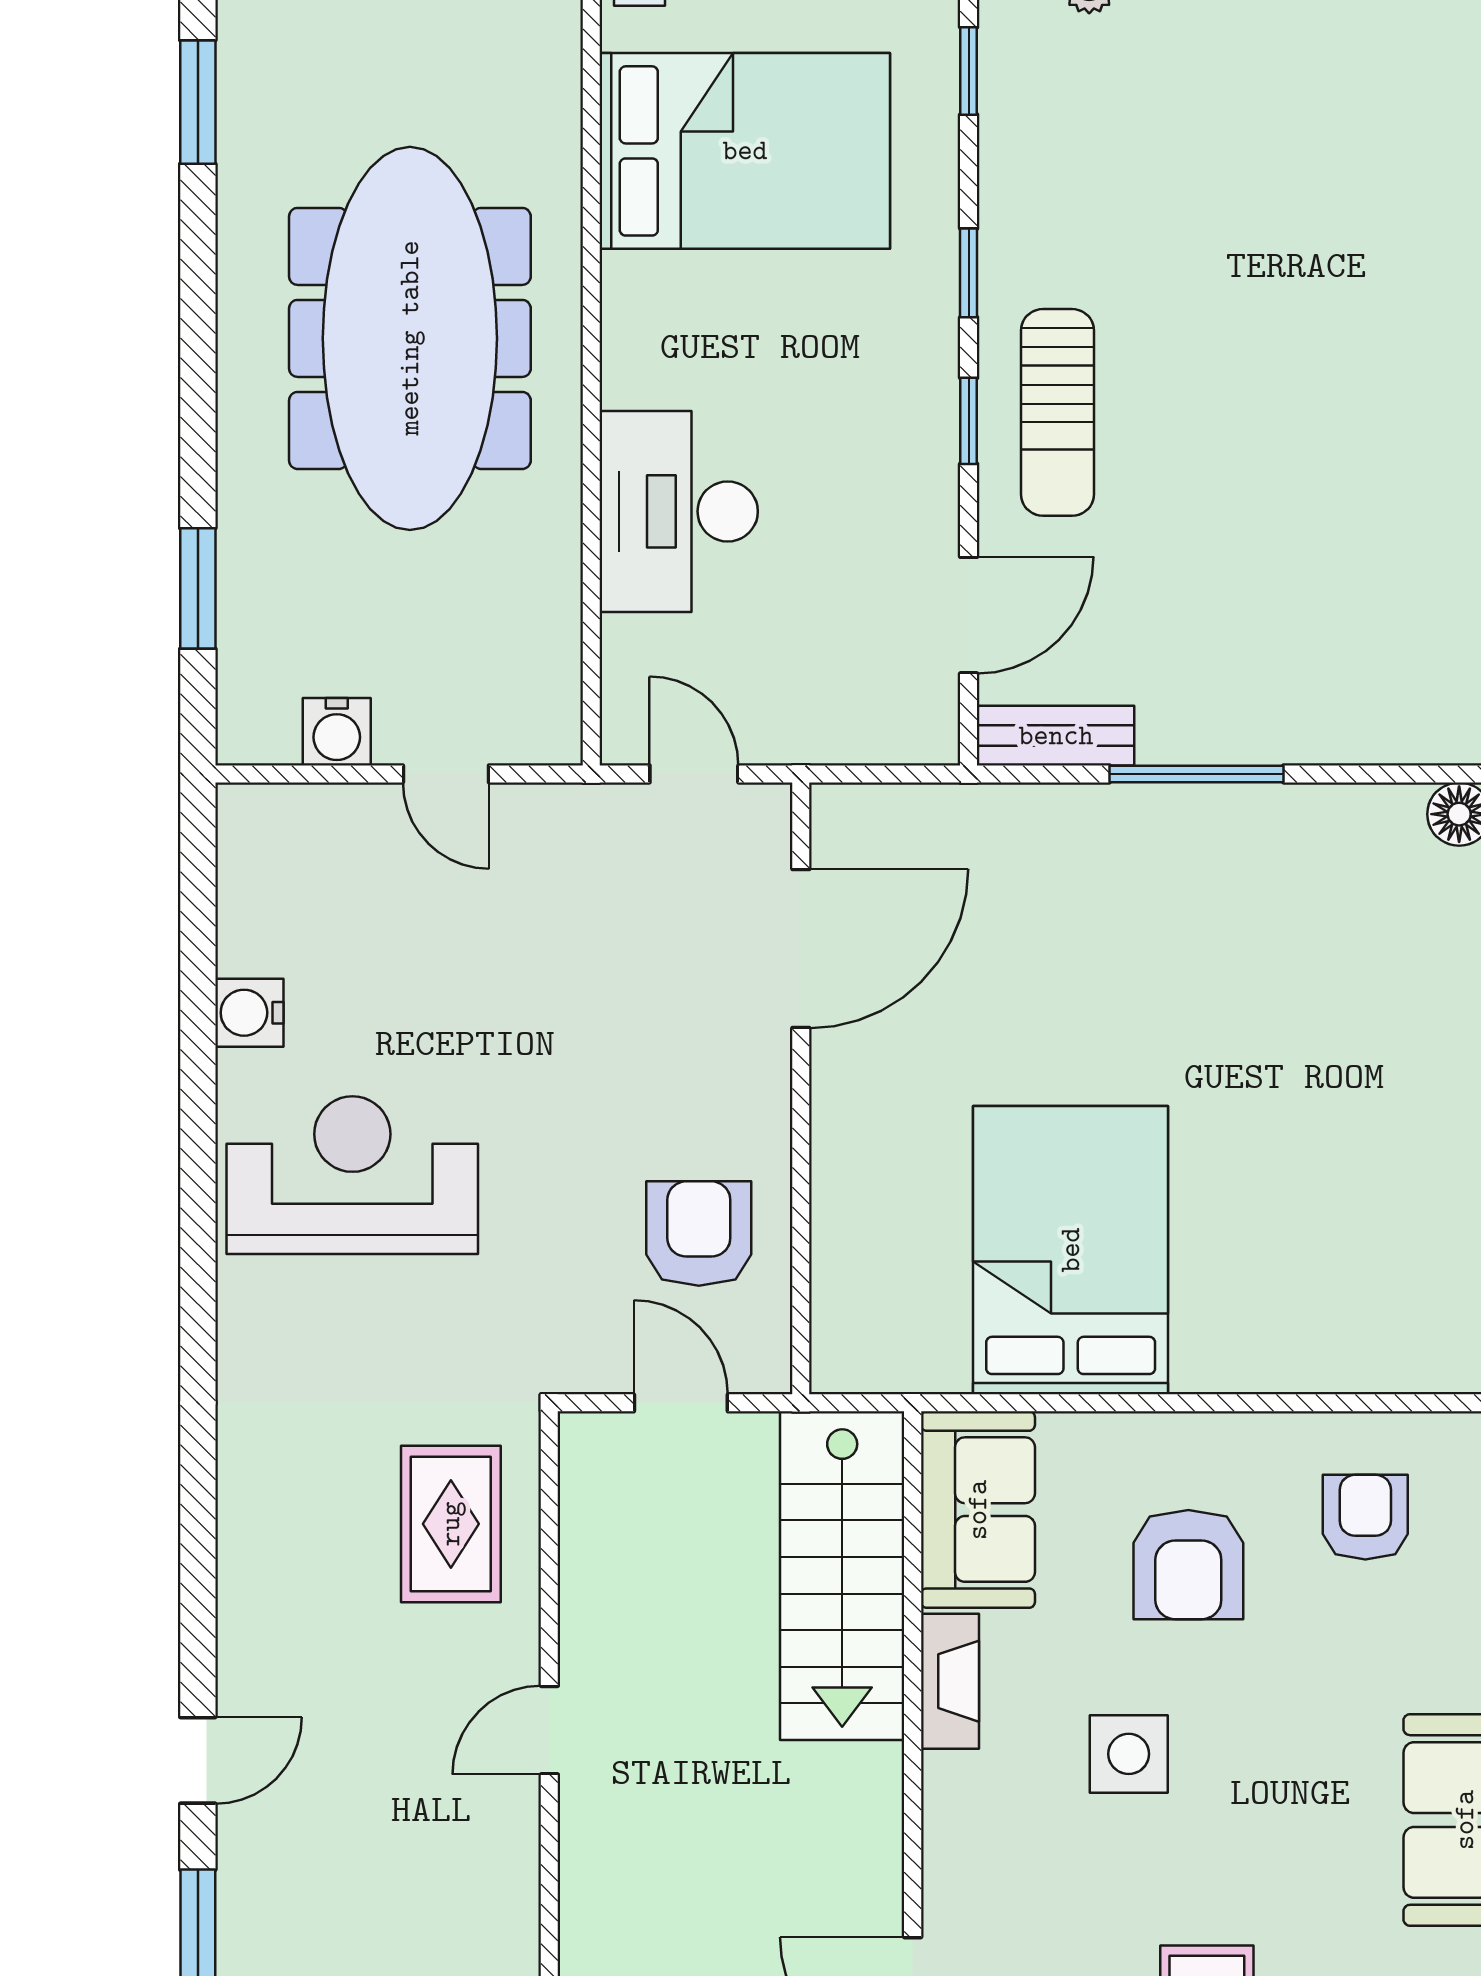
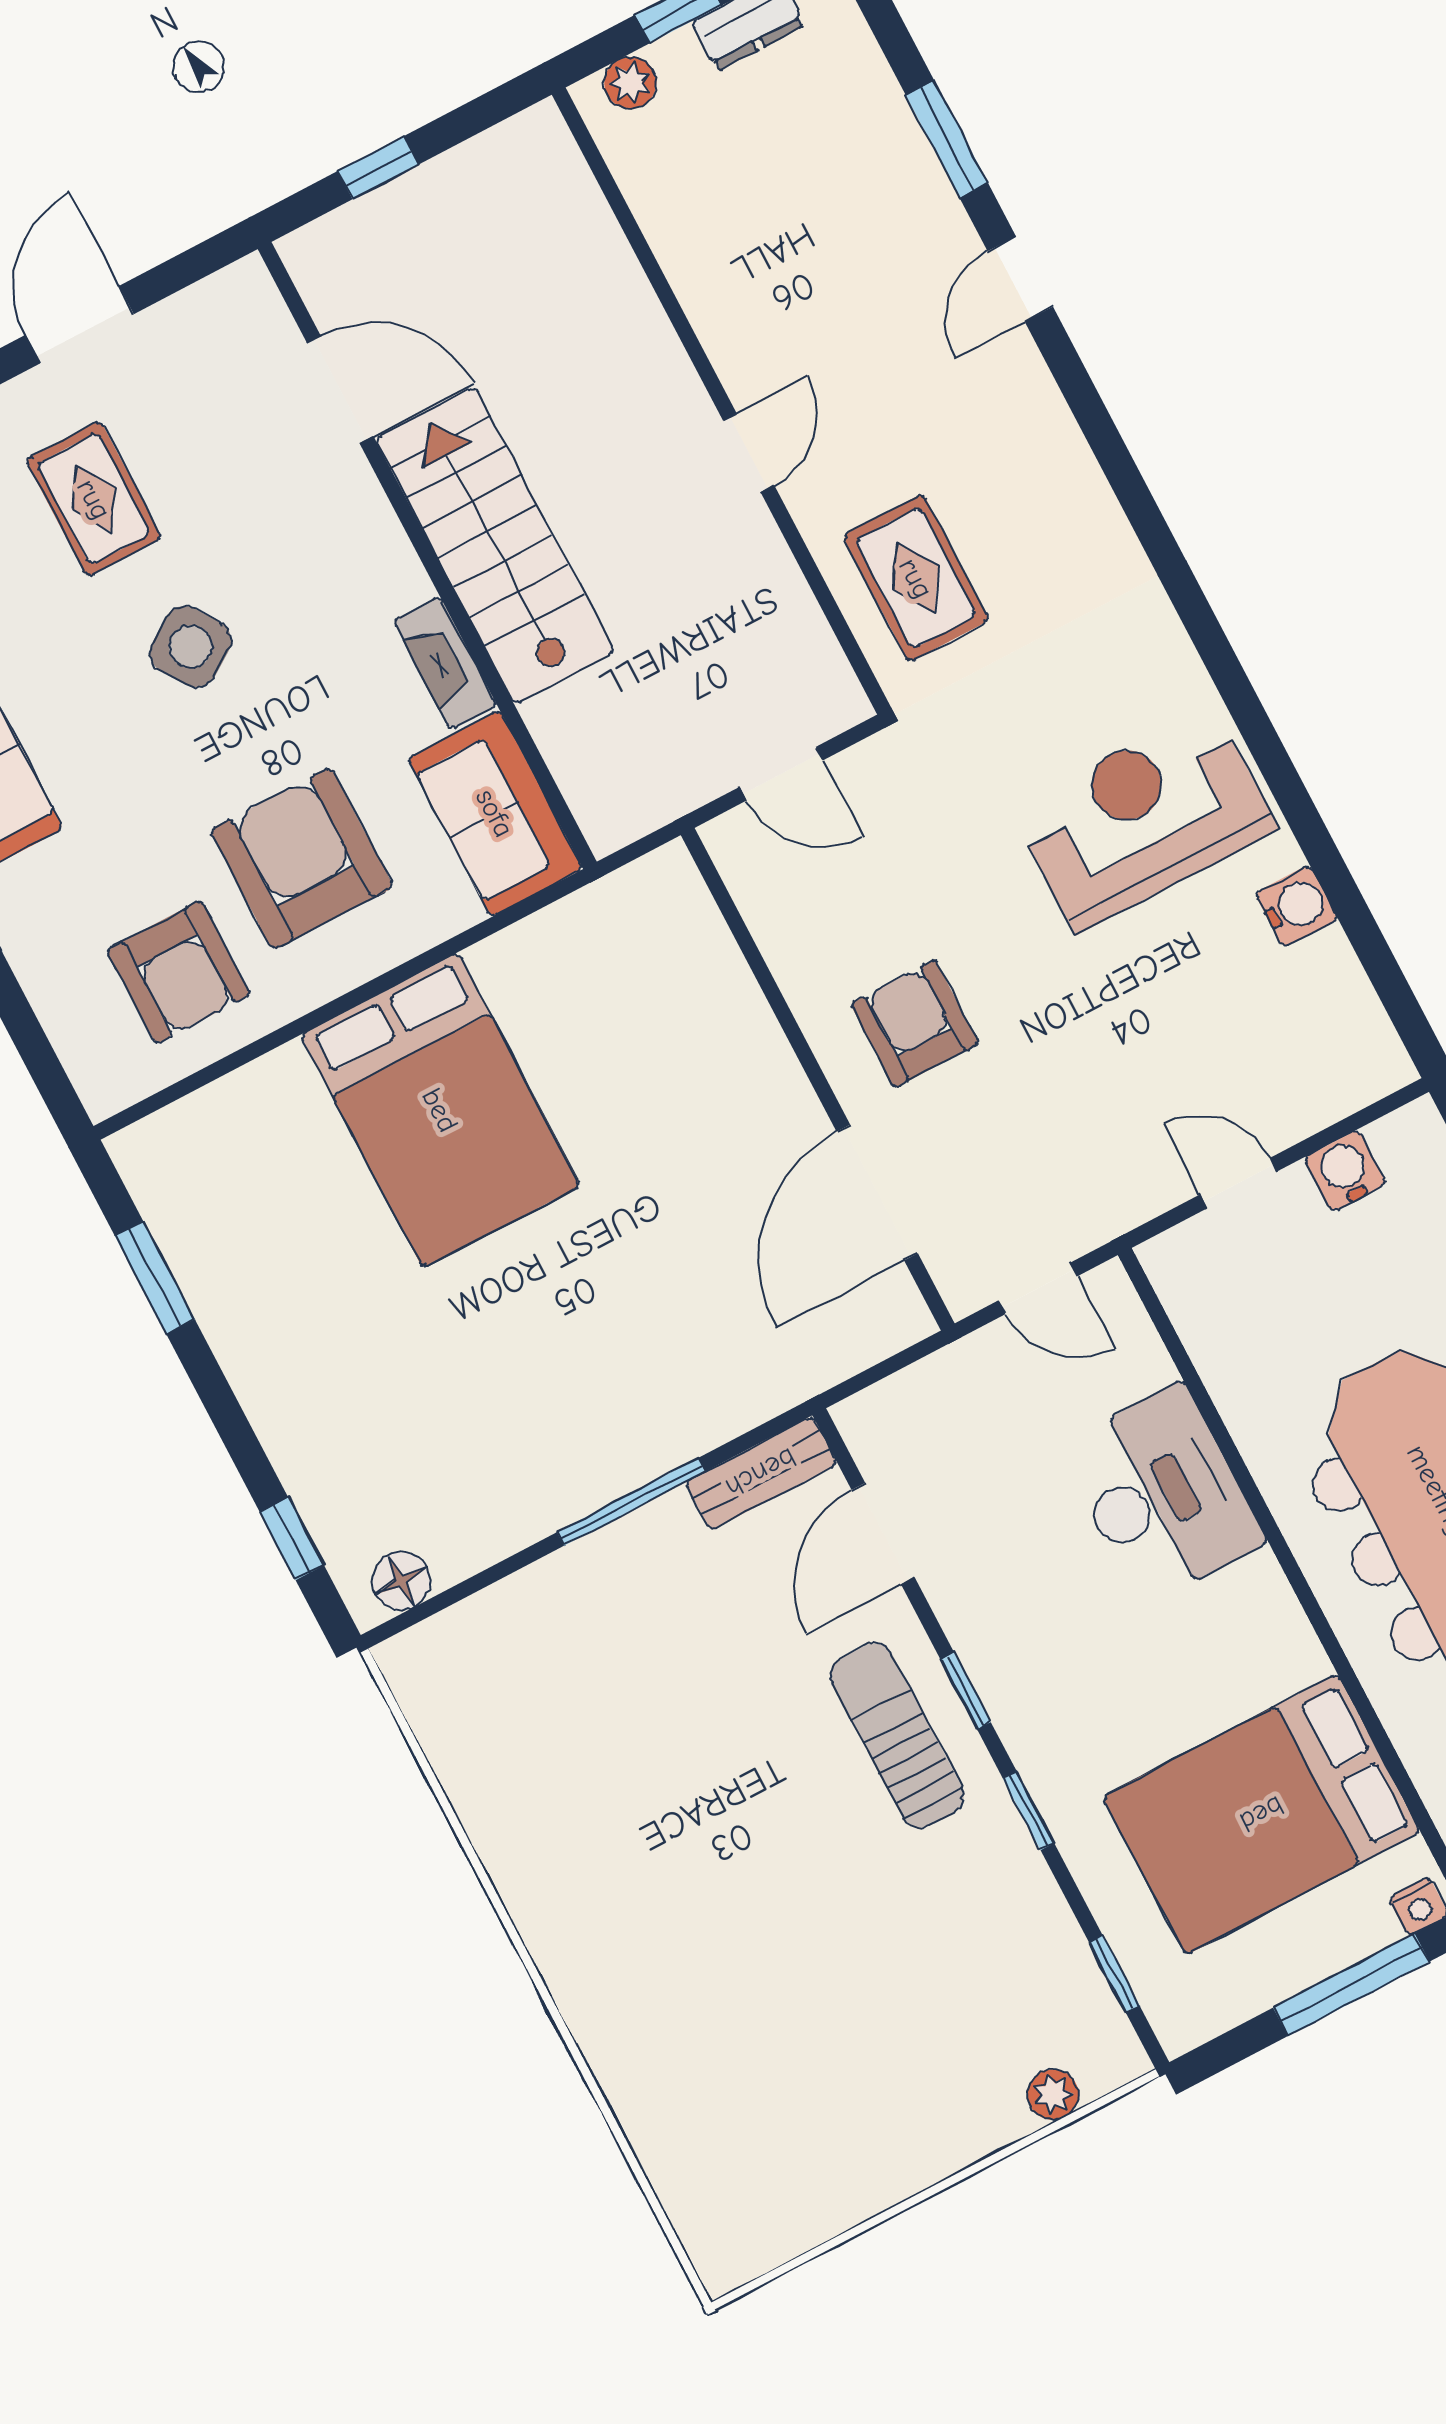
reception desk: (352, 1175) -> (1144, 818), turned 180
armchair: (699, 1234) -> (915, 1024), moved, turned 180
bed: (1071, 1250) -> (440, 1110), moved
armchair: (1365, 1517) -> (179, 972), width x1.38, depth x1.38
armchair: (1188, 1565) -> (302, 858), width x1.36, depth x1.36
stairs: (842, 1576) -> (495, 546), moved
side table: (1129, 1754) -> (191, 647), moved, turned -34

